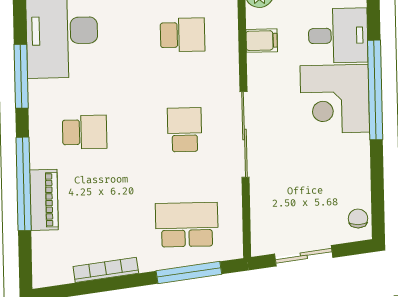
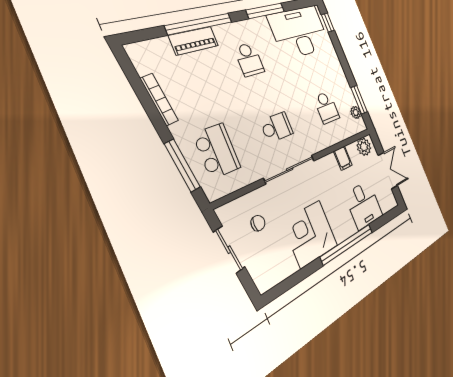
corner desk: (335, 99) -> (310, 234), moved
chair: (358, 218) -> (258, 223), moved

